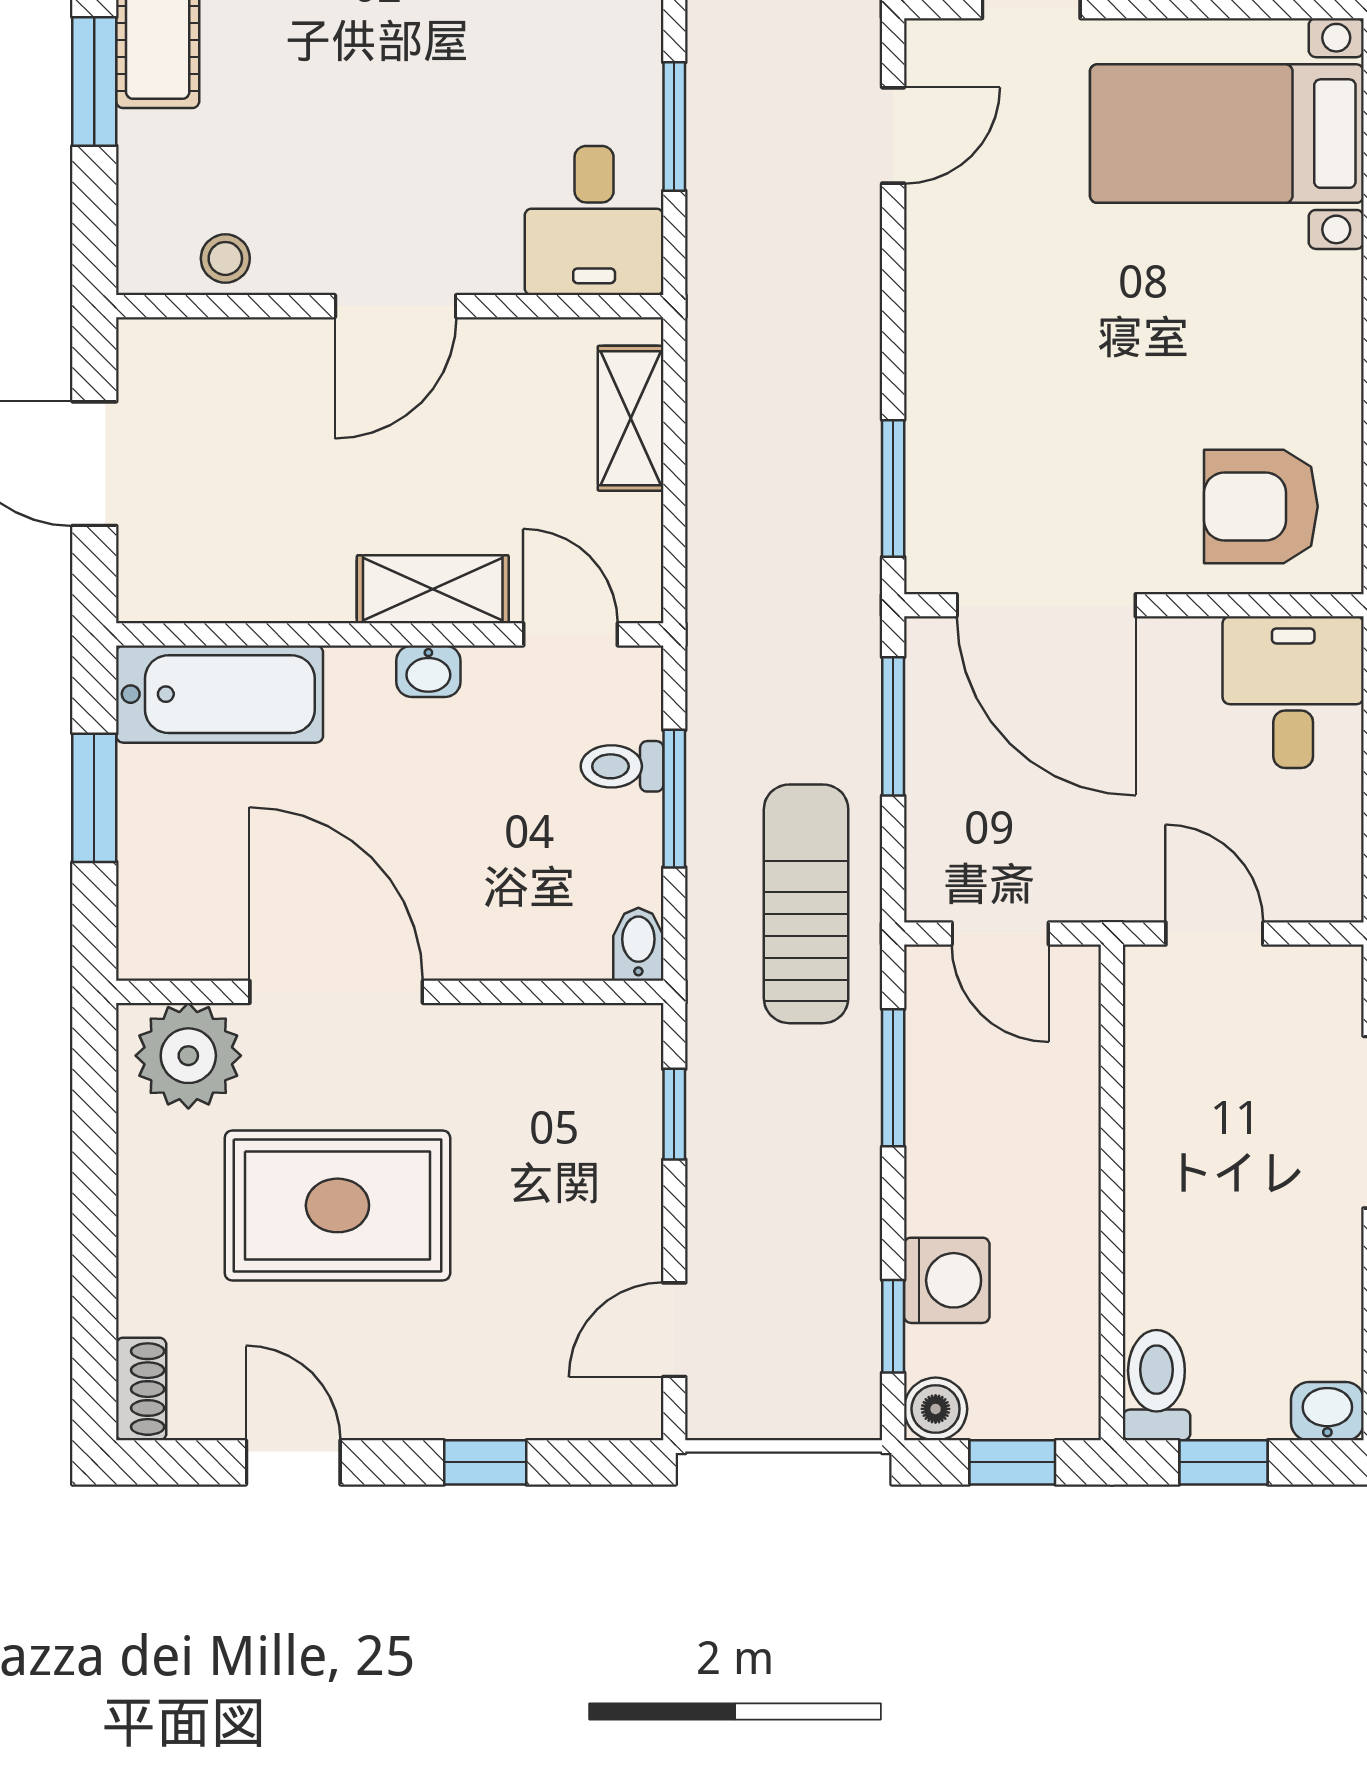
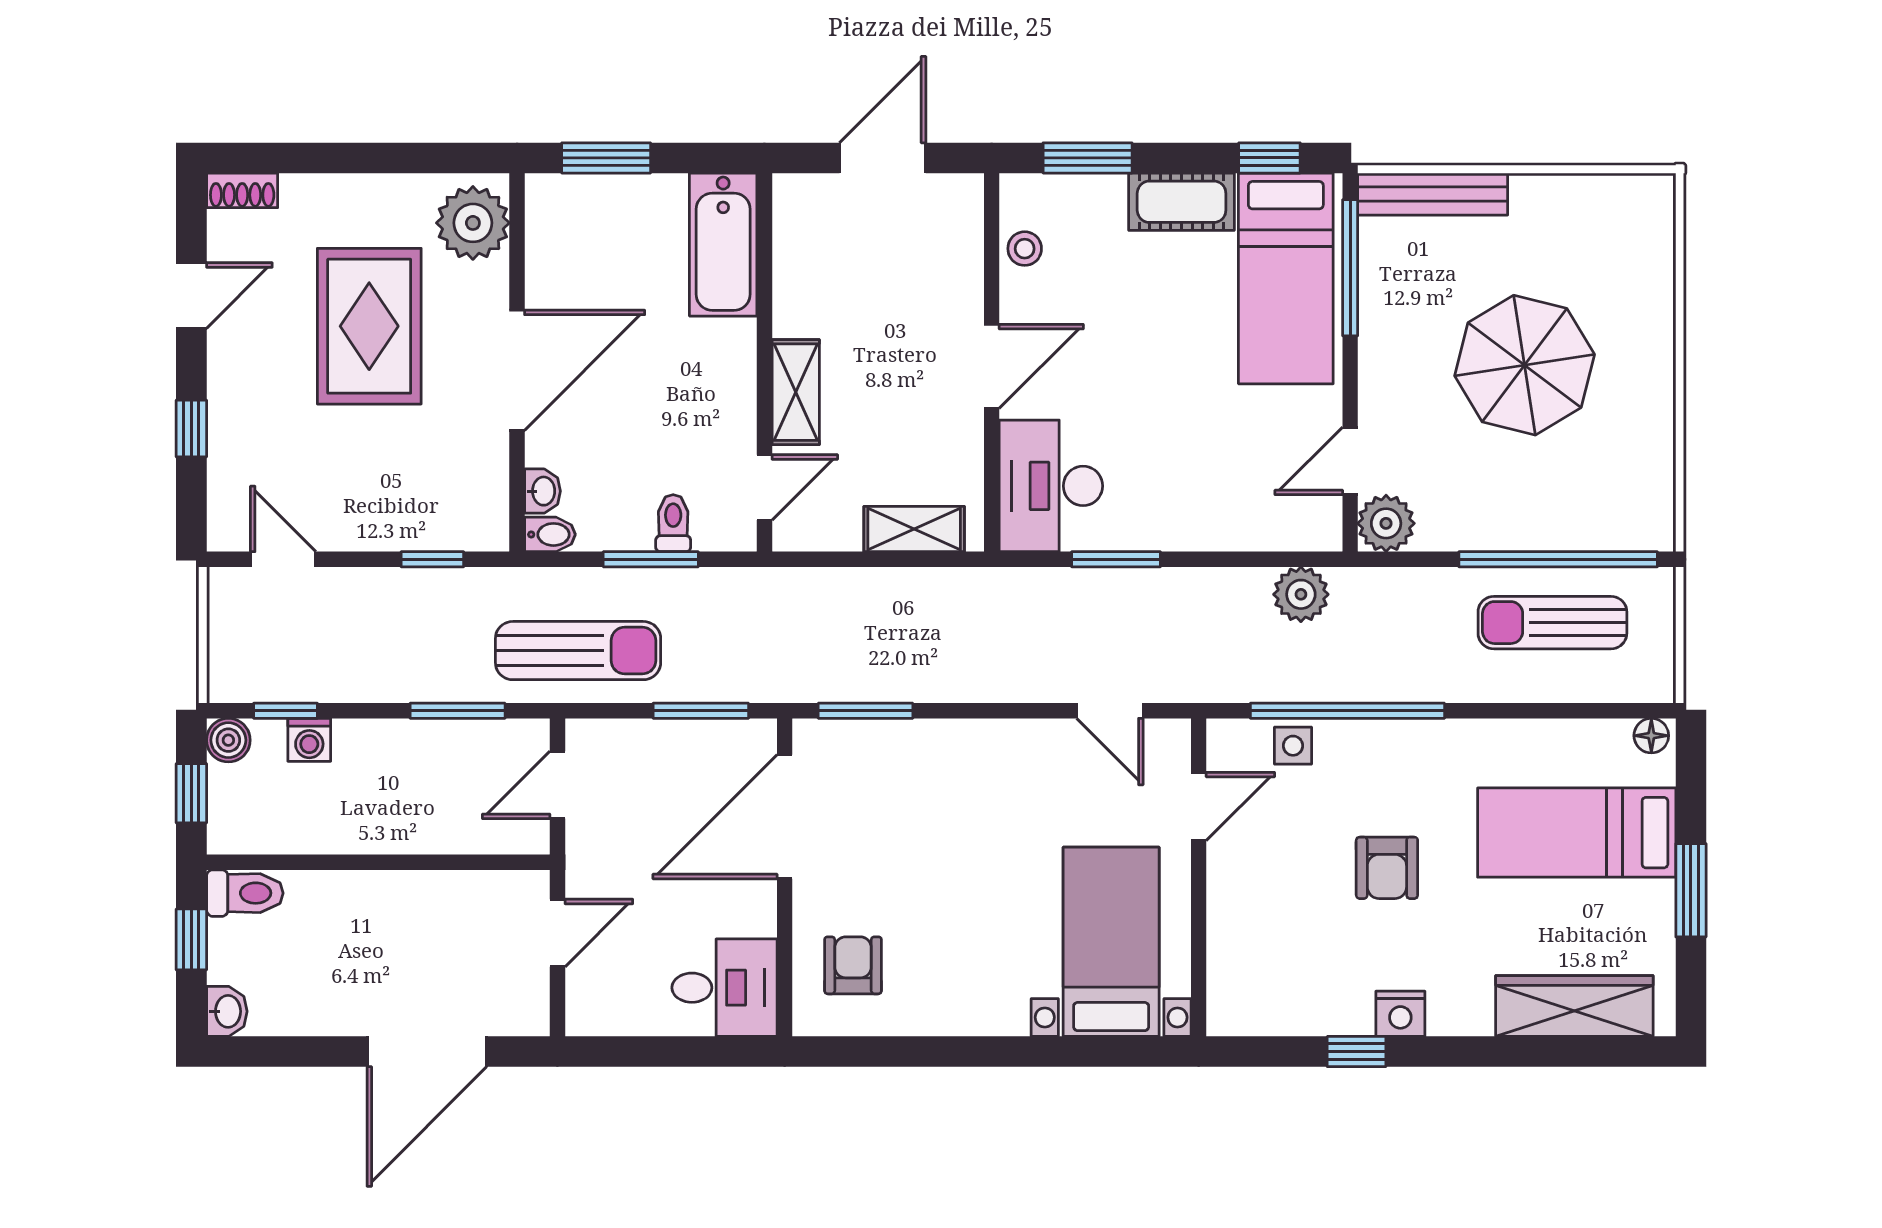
window: (94, 82) -> (1088, 158), moved
desk: (594, 221) -> (1051, 486), width x1.37
door: (396, 306) -> (992, 366), swing flipped
armchair: (1261, 506) -> (853, 965), width x0.72, depth x0.72
washbasin: (428, 671) -> (543, 491), moved, turned 180
window: (94, 798) -> (606, 158), moved
door: (336, 992) -> (517, 370), moved
washing machine: (947, 1280) -> (309, 740), width x0.73, depth x0.73

